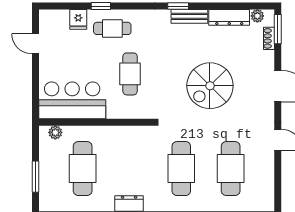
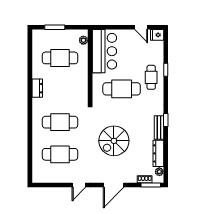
fridge: (78, 19) -> (157, 35), moved
door: (35, 44) -> (141, 27), swing flipped
cafe table: (130, 74) -> (122, 89), width x1.37, depth x1.35
spiral stairs: (210, 86) -> (114, 141), turned -90

